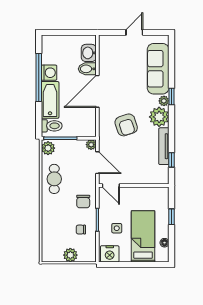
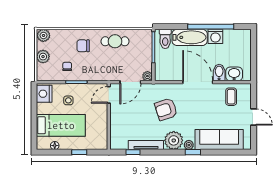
coffee table: (113, 56) -> (231, 97), added
plant: (48, 148) -> (43, 35), moved
chair: (83, 201) -> (83, 46), moved

